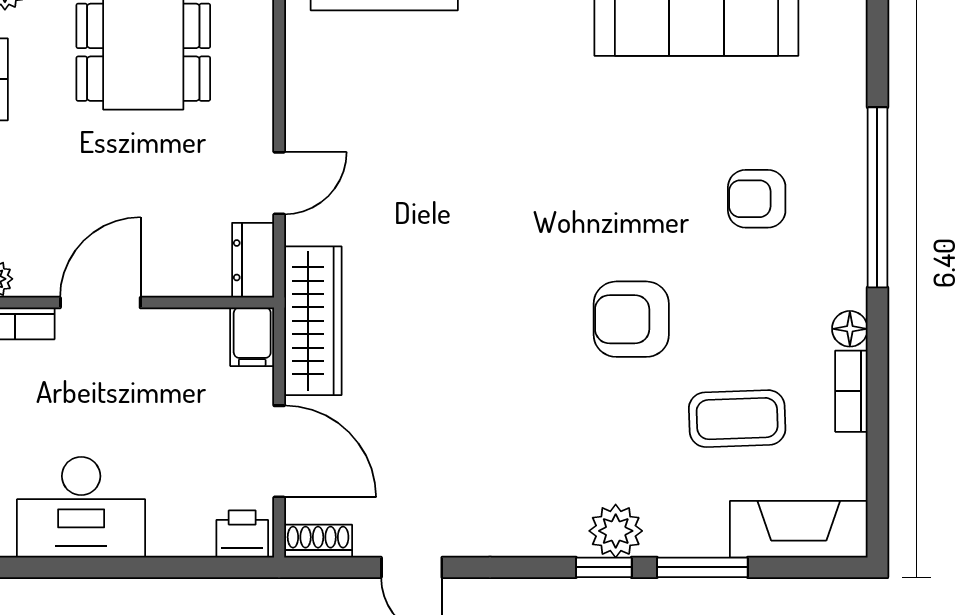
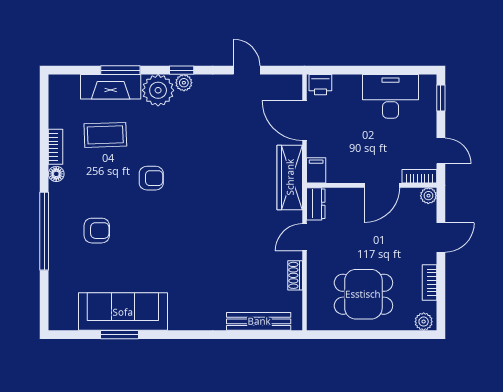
armchair: (631, 319) -> (151, 178), width x0.72, depth x0.72
fireplace: (799, 529) -> (111, 87), moved
plant: (616, 531) -> (158, 90), width x1.36, depth x1.36
plant: (556, 539) -> (184, 83), added
shoe rack: (318, 541) -> (295, 275), moved, turned 90
window: (604, 567) -> (182, 70), moved

